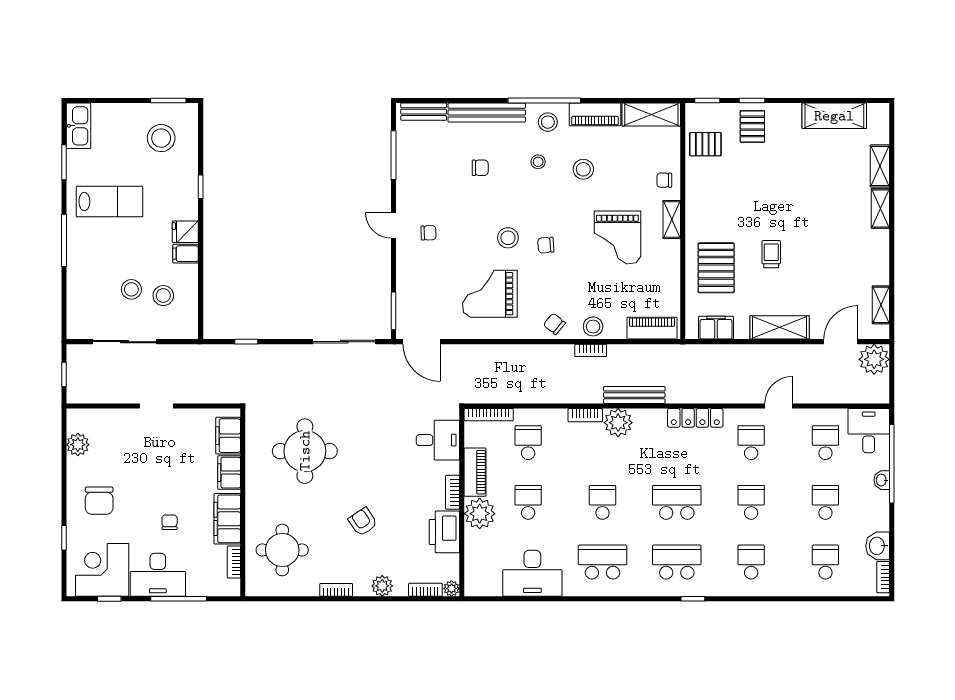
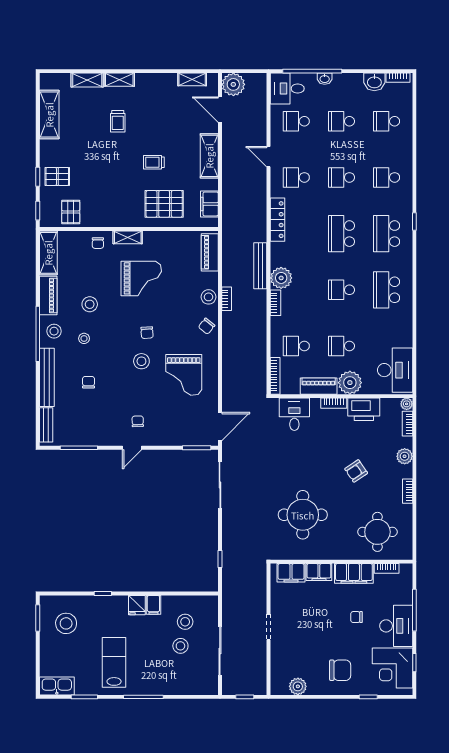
trolley: (825, 206) -> (118, 121), added
desk: (532, 573) -> (395, 370), moved

